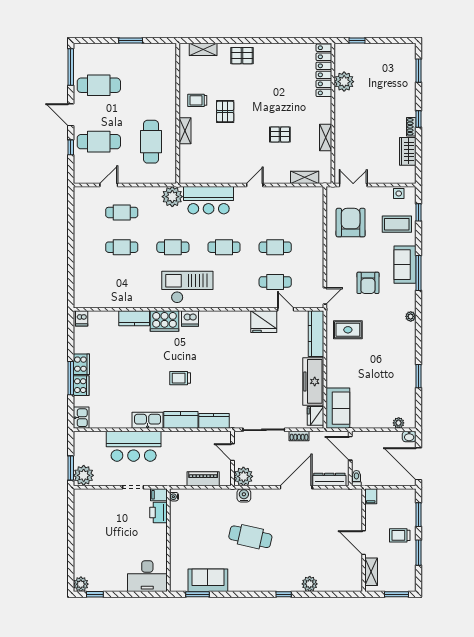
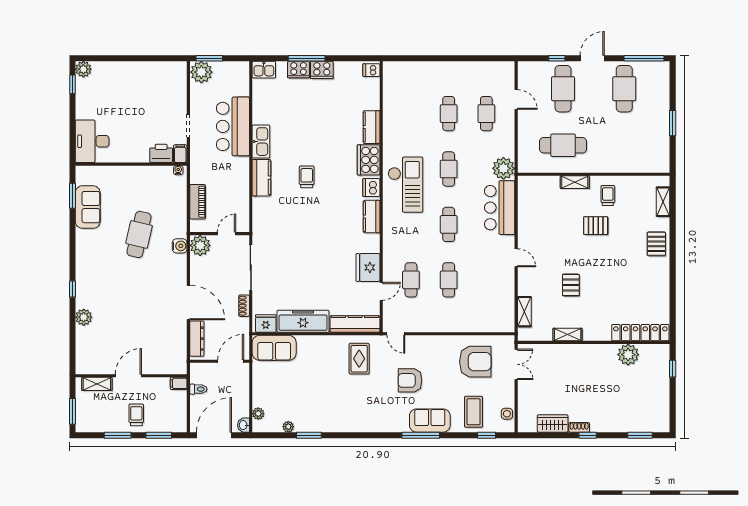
plant: (411, 316) -> (288, 427), moved
kitchen counter: (214, 421) -> (372, 217), moved, turned 180
toilet: (356, 478) -> (198, 389), moved
cafe table: (250, 537) -> (139, 234), moved

